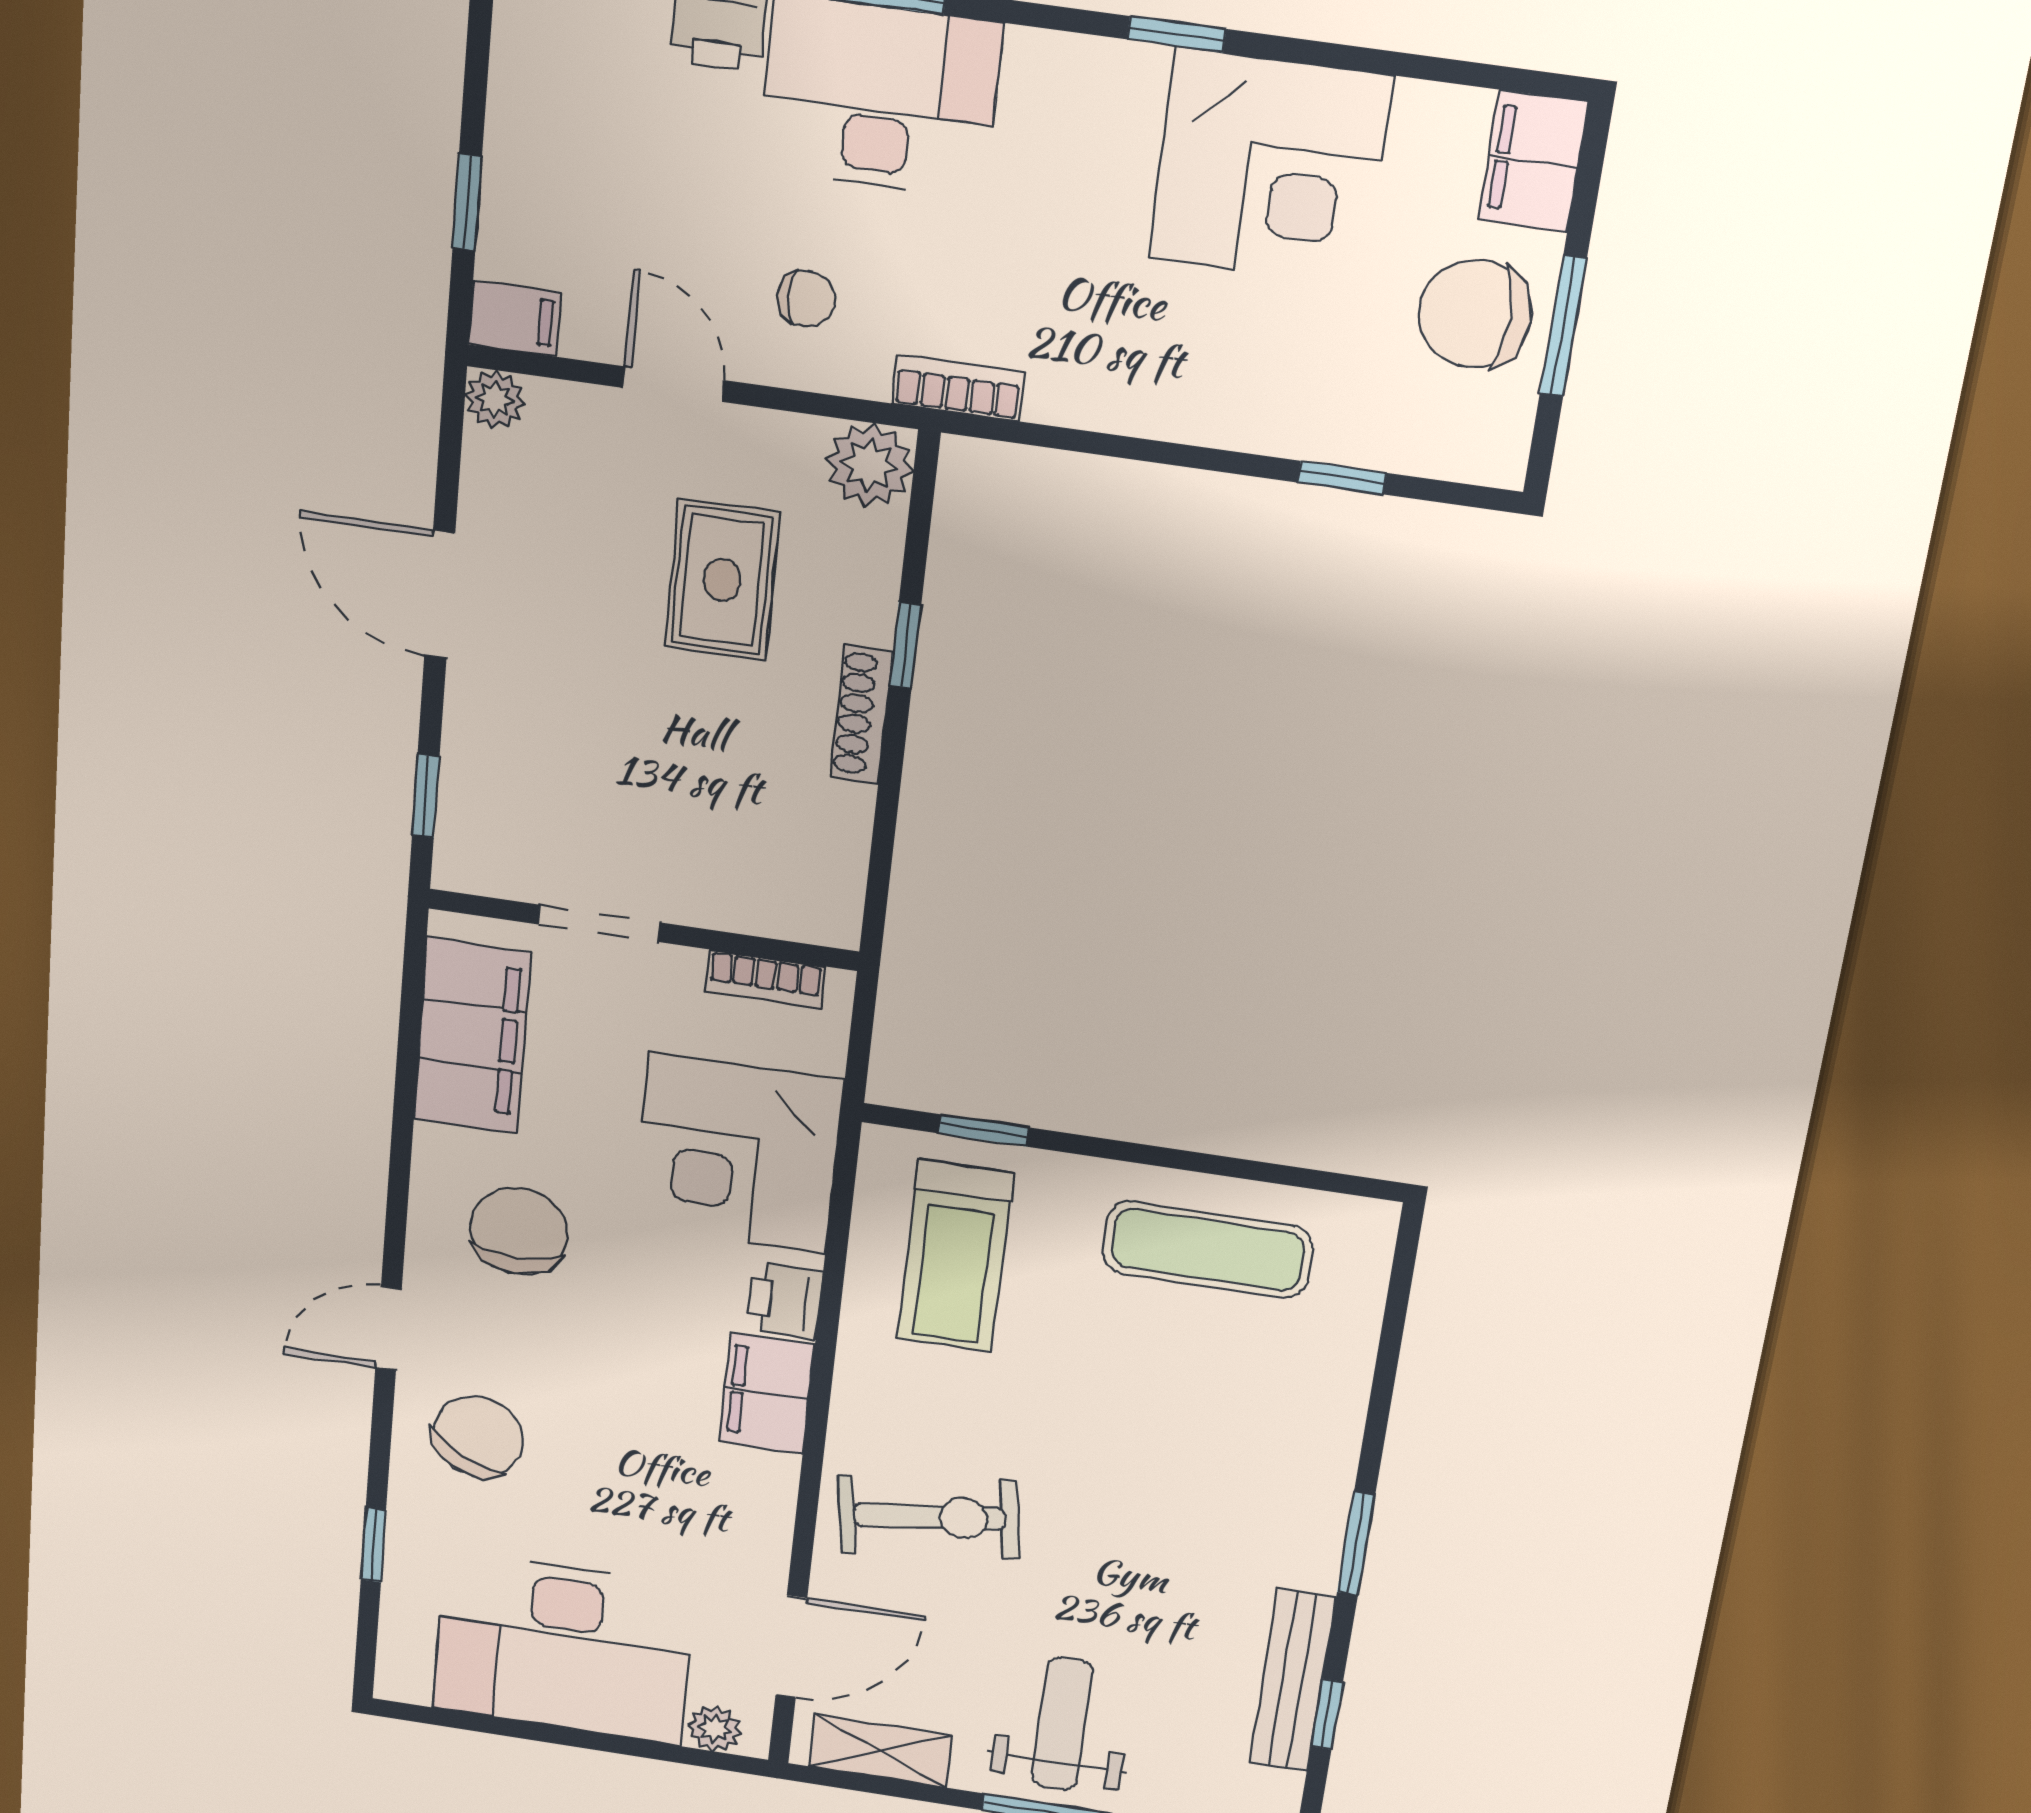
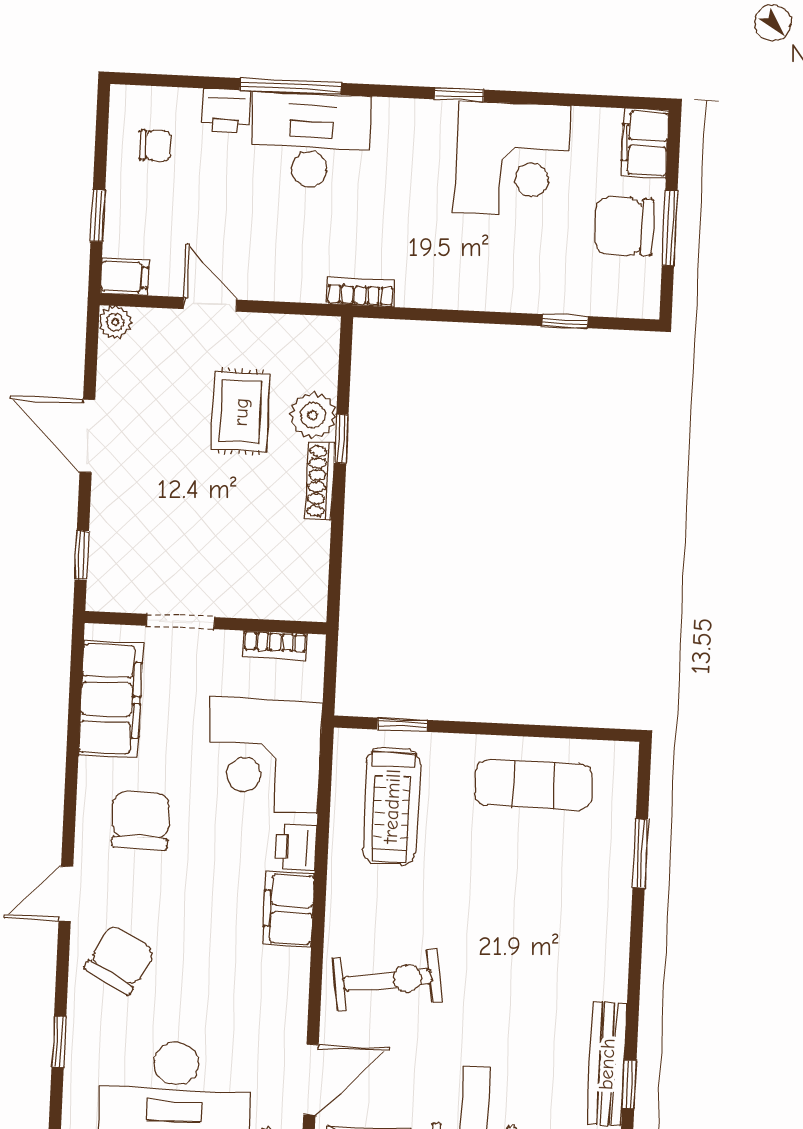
chair: (806, 299) -> (155, 145), moved
plant: (870, 465) -> (313, 415), moved
window: (1356, 1544) -> (640, 853), moved

